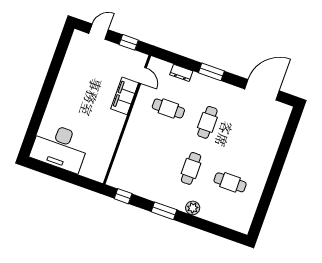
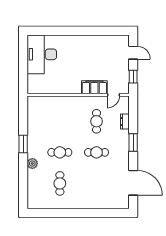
window: (123, 196) -> (23, 111), removed

